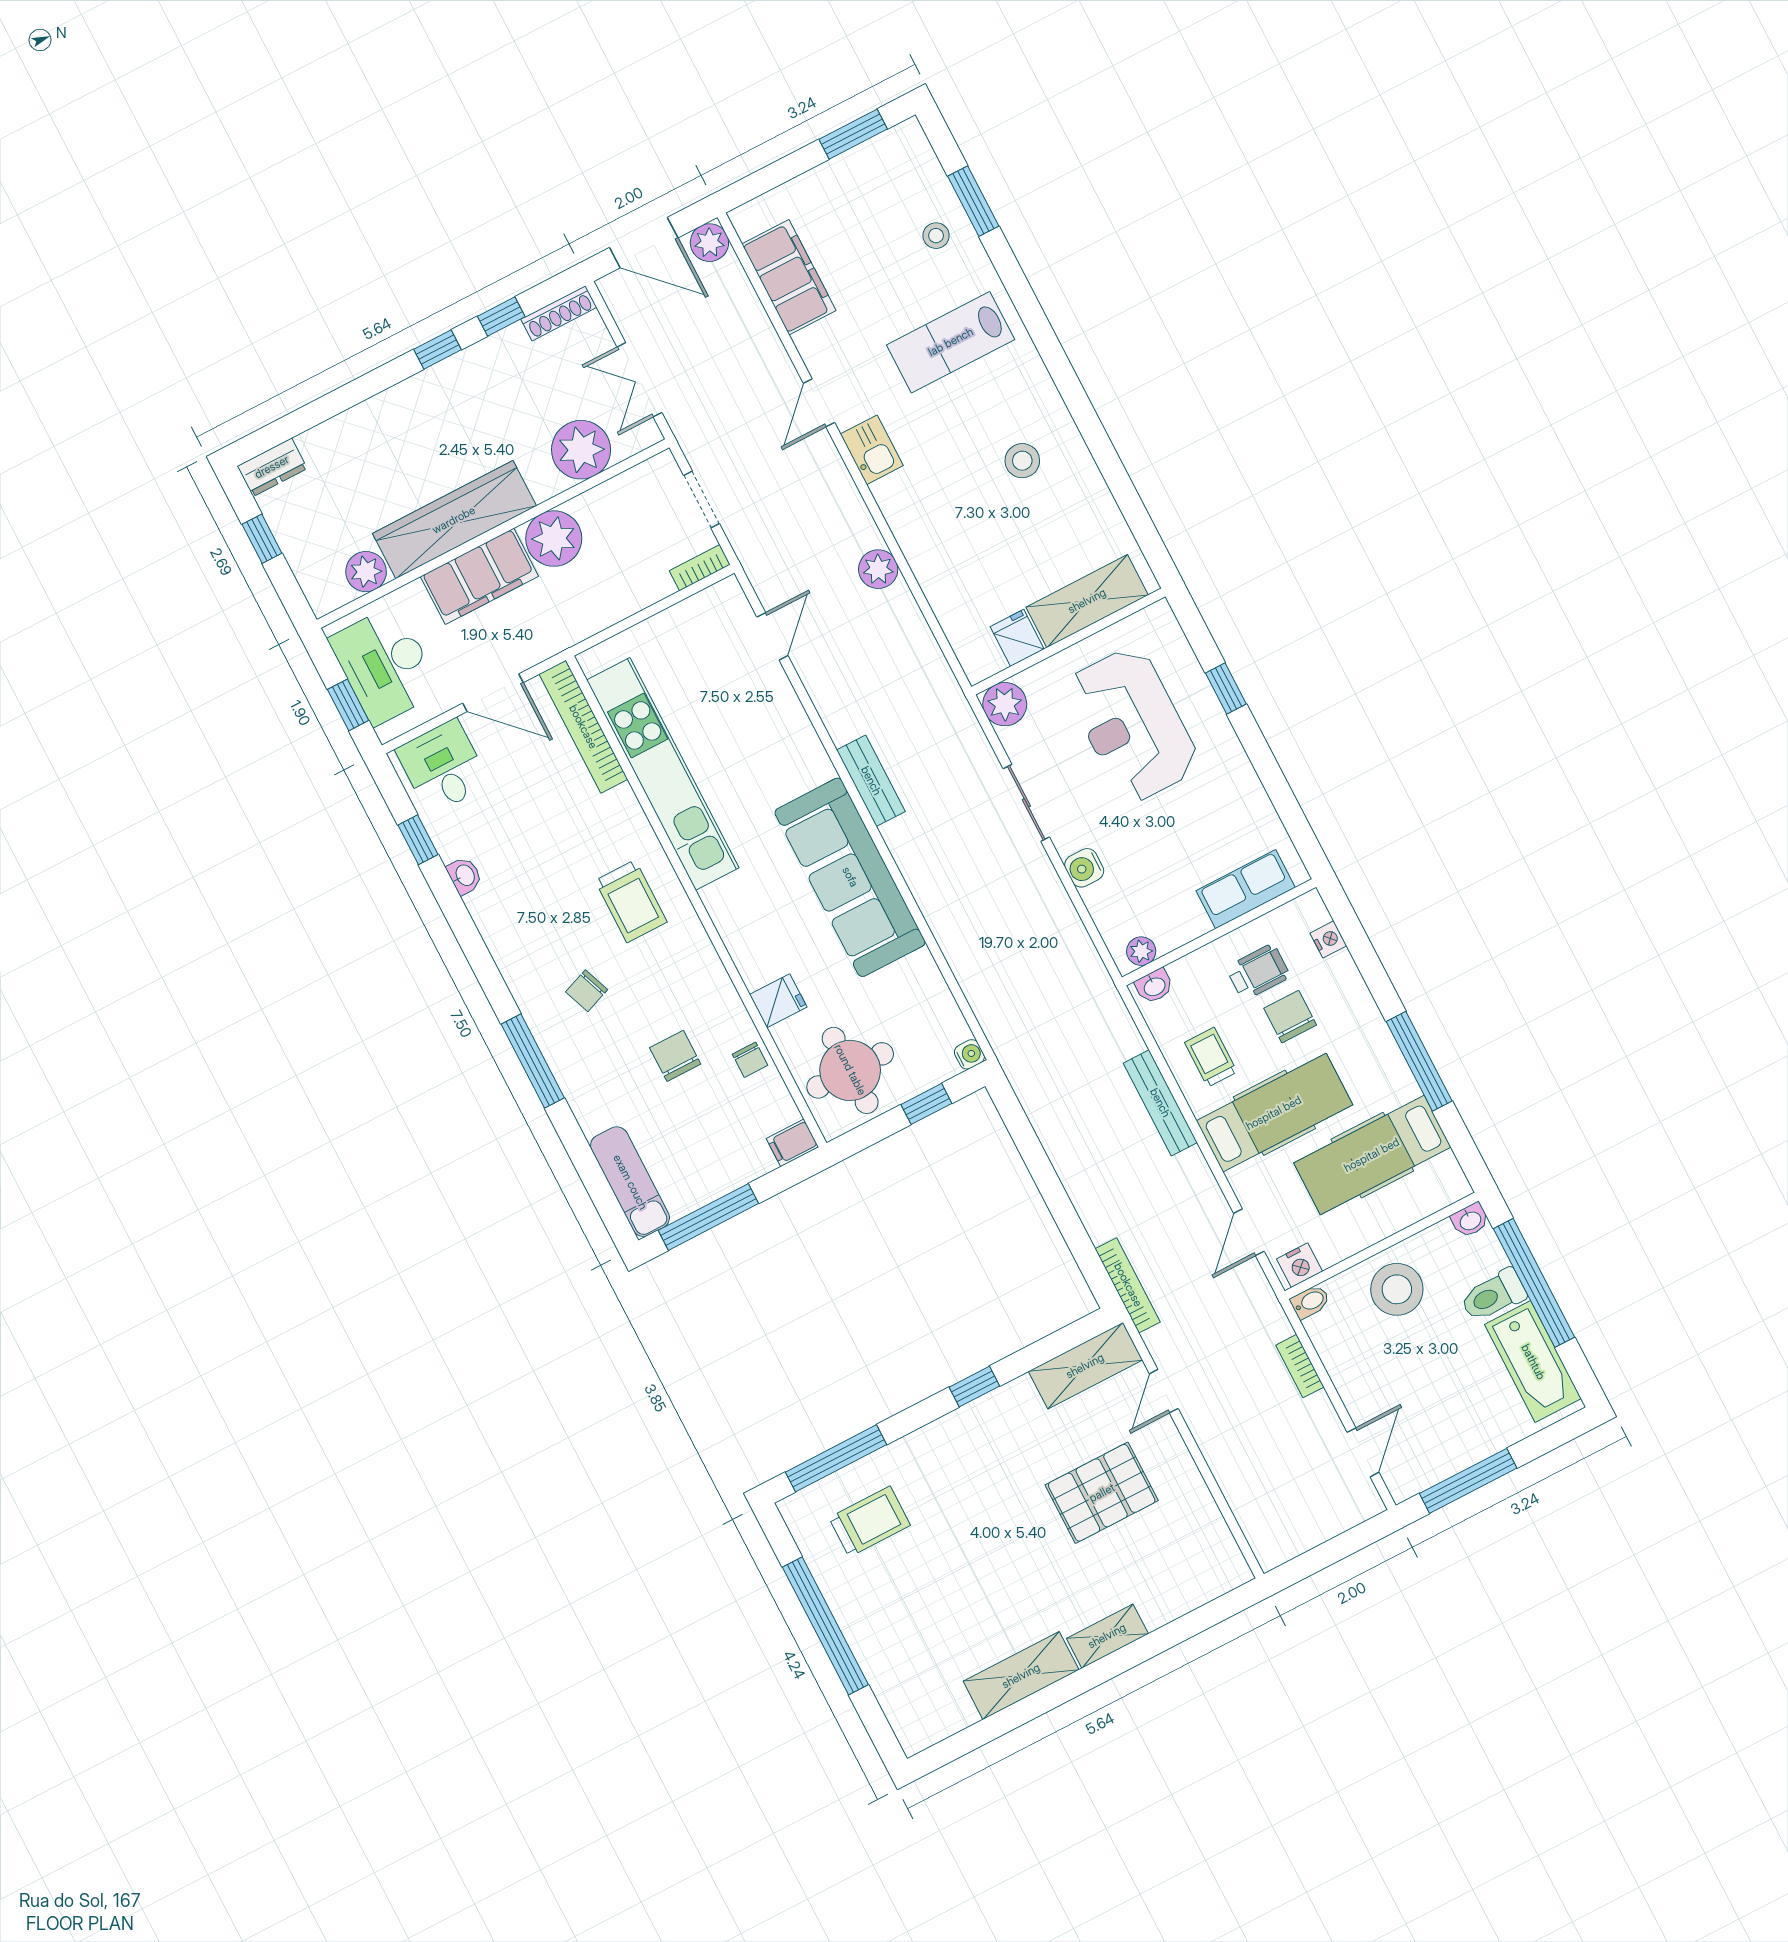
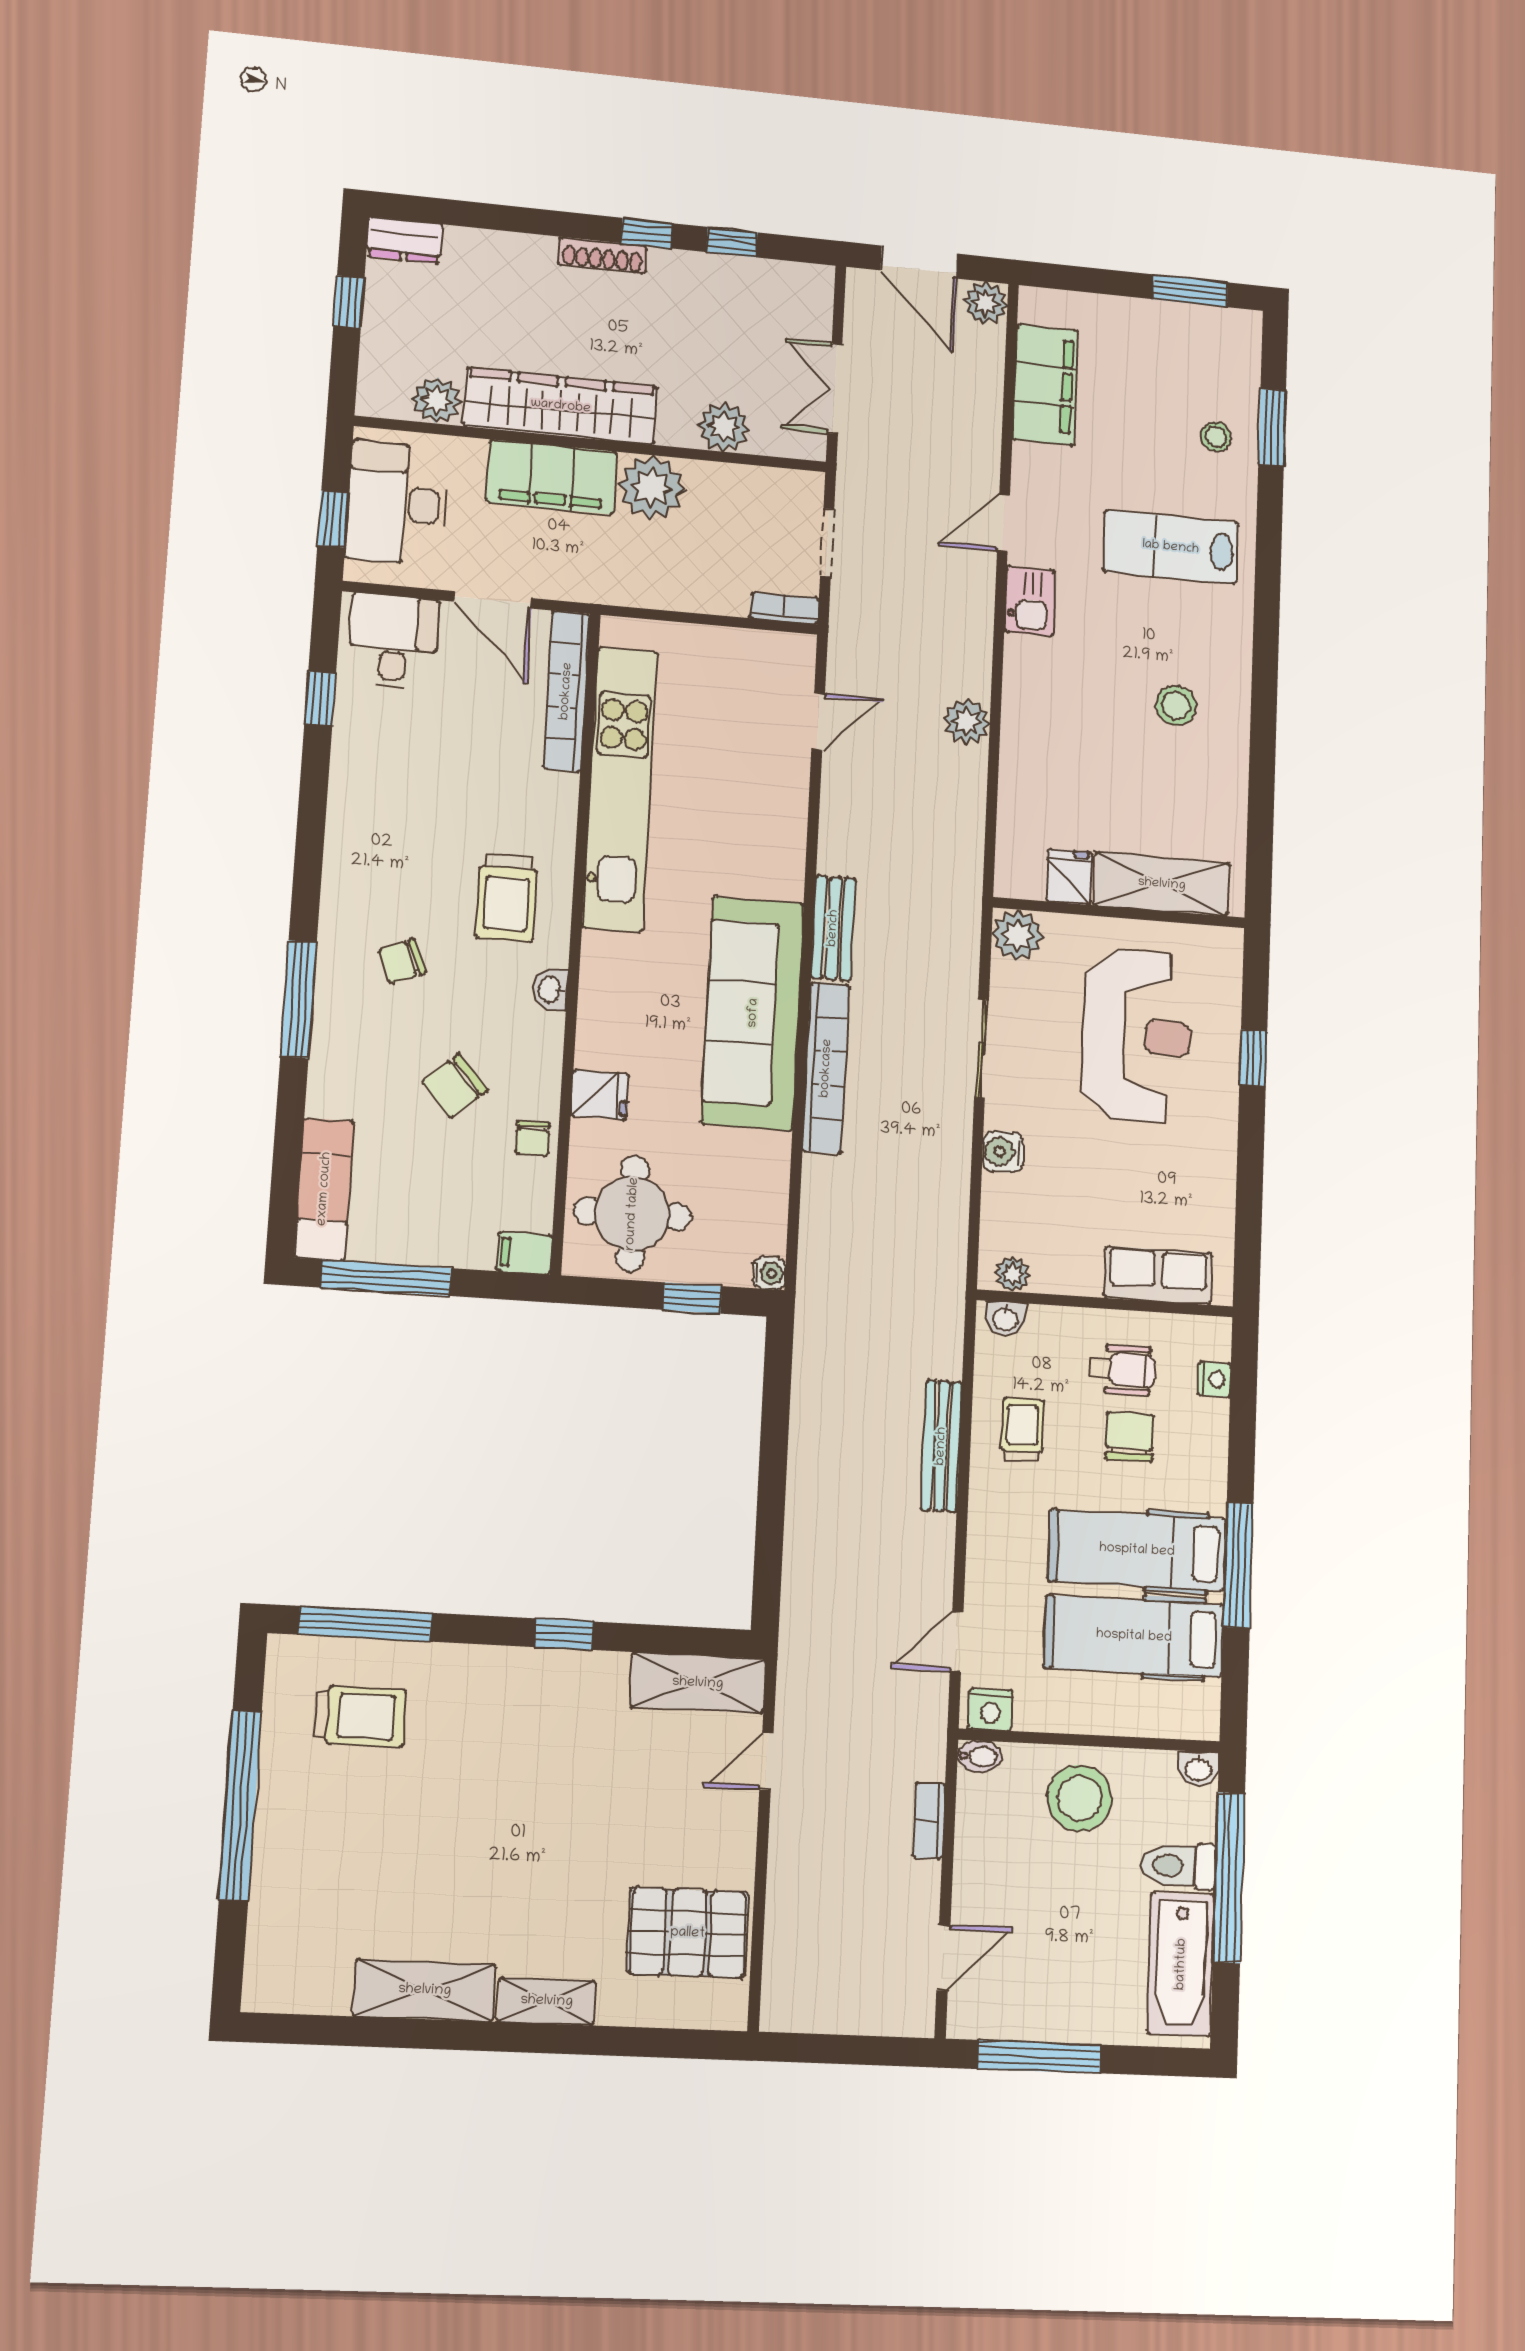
shoe rack: (559, 313) -> (602, 255), moved
plant: (581, 450) -> (724, 427), width x0.73, depth x0.73
reception desk: (1132, 725) -> (1137, 1036), turned 180
washbasin: (464, 876) -> (550, 990), moved, turned 180
chair: (675, 1056) -> (455, 1086), turned -131
hospital bed: (1274, 1113) -> (1137, 1550), moved, turned 180
bookcase: (1128, 1285) -> (826, 1068), moved, width x1.48, depth x1.31
pallet: (1102, 1493) -> (688, 1933), moved

